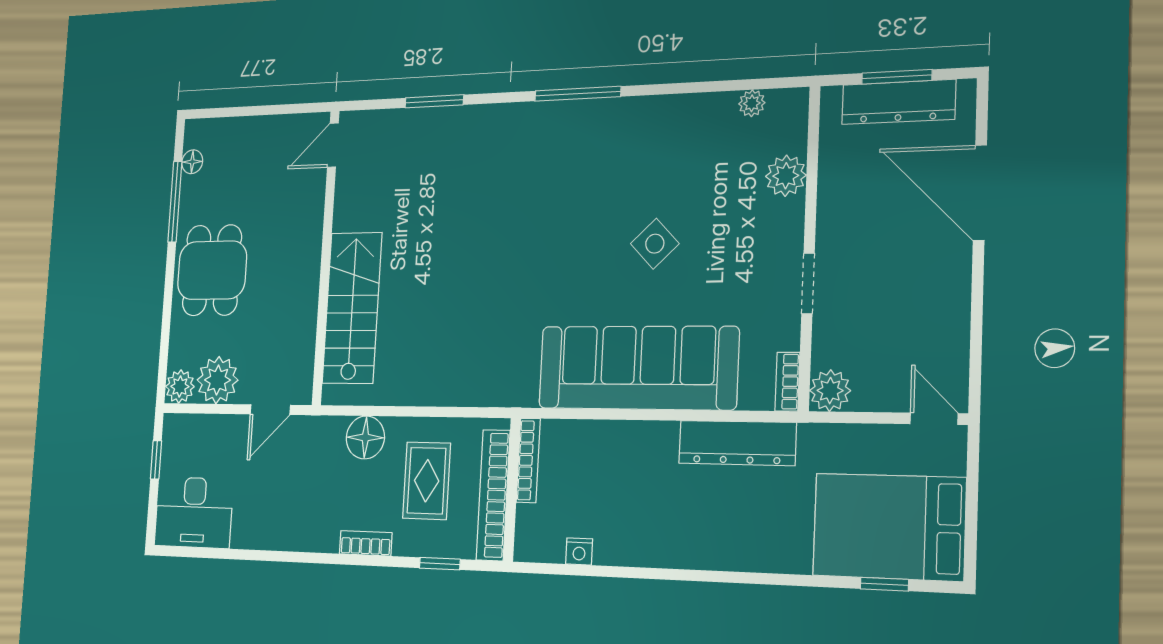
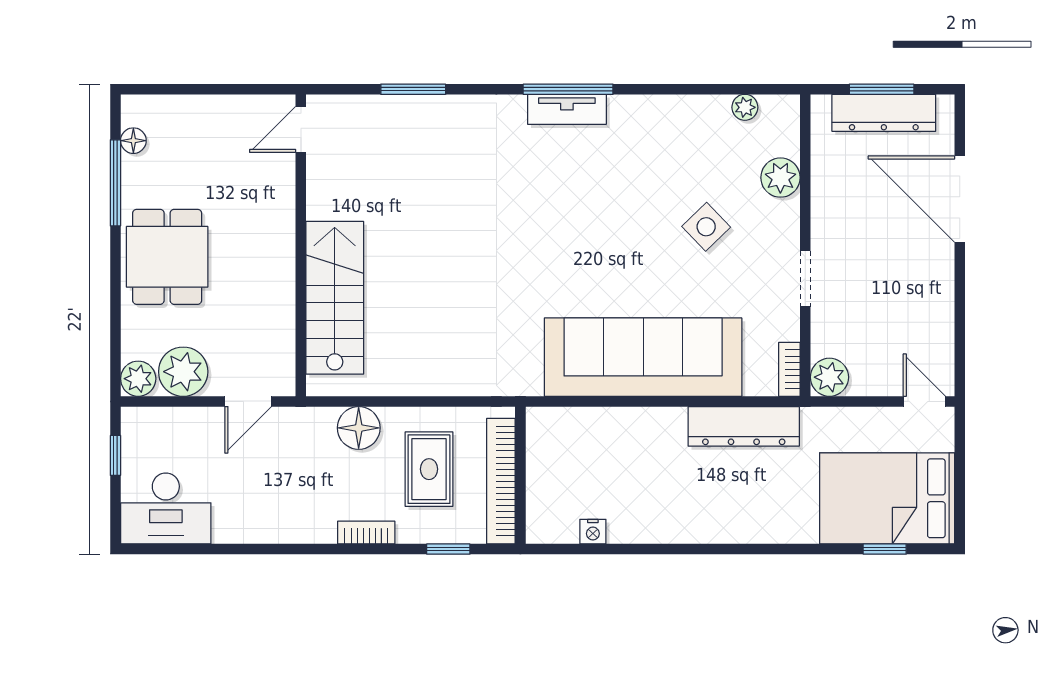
tv unit: (576, 114) -> (567, 109), added
side table: (655, 244) -> (706, 227), moved
bookcase: (528, 460) -> (536, 447), removed

